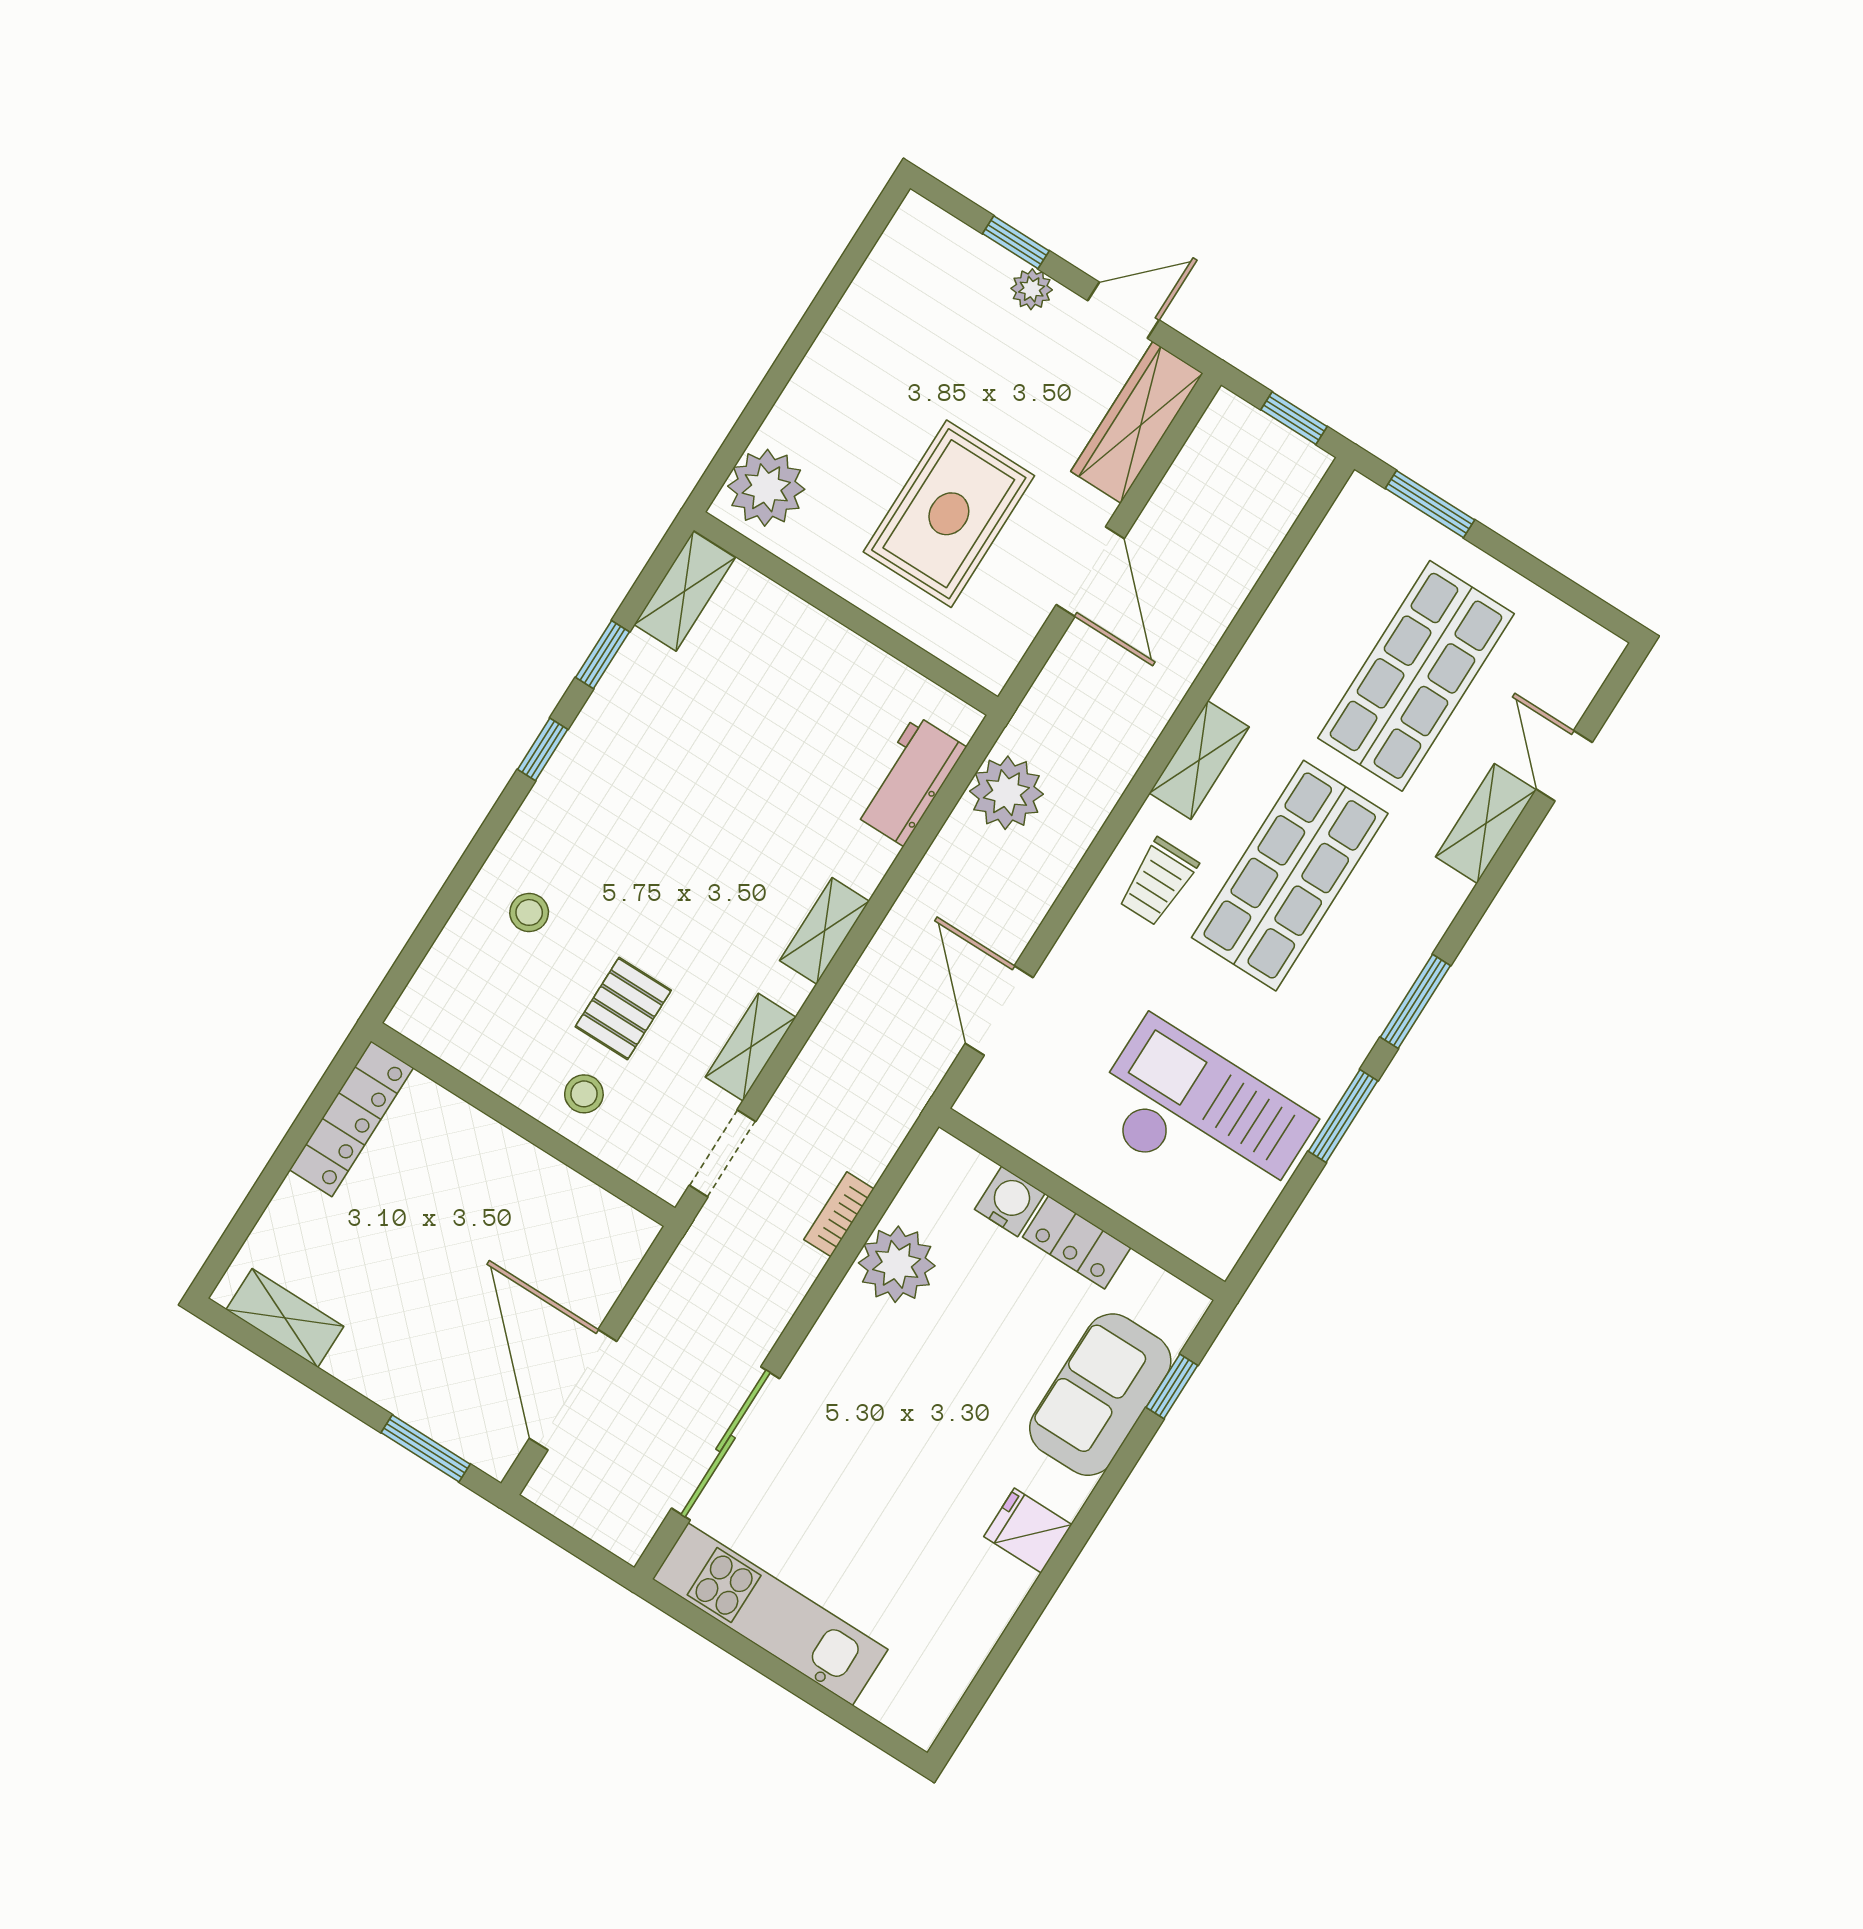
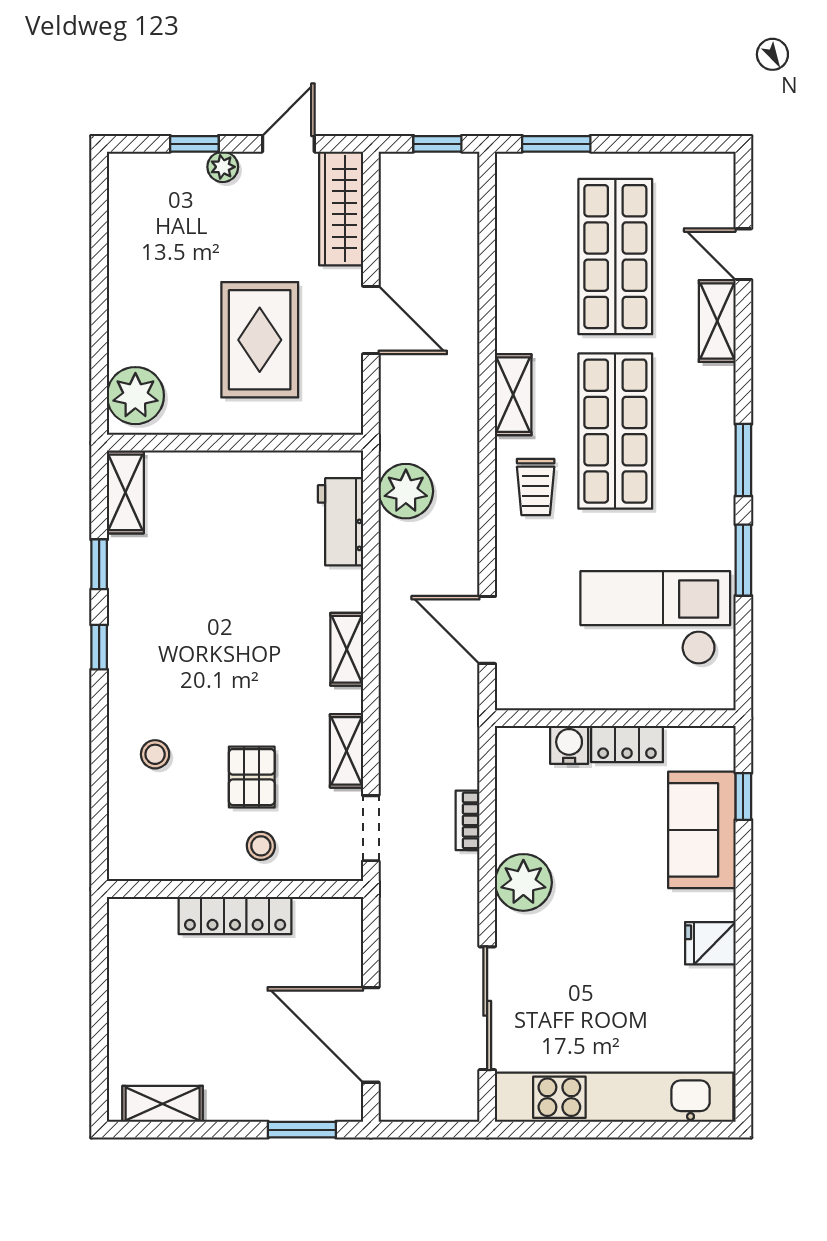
locker: (351, 1119) -> (235, 915), moved, turned 90
plant: (897, 1264) -> (523, 882), moved
kitchen unit: (770, 1614) -> (614, 1097), width x1.36

